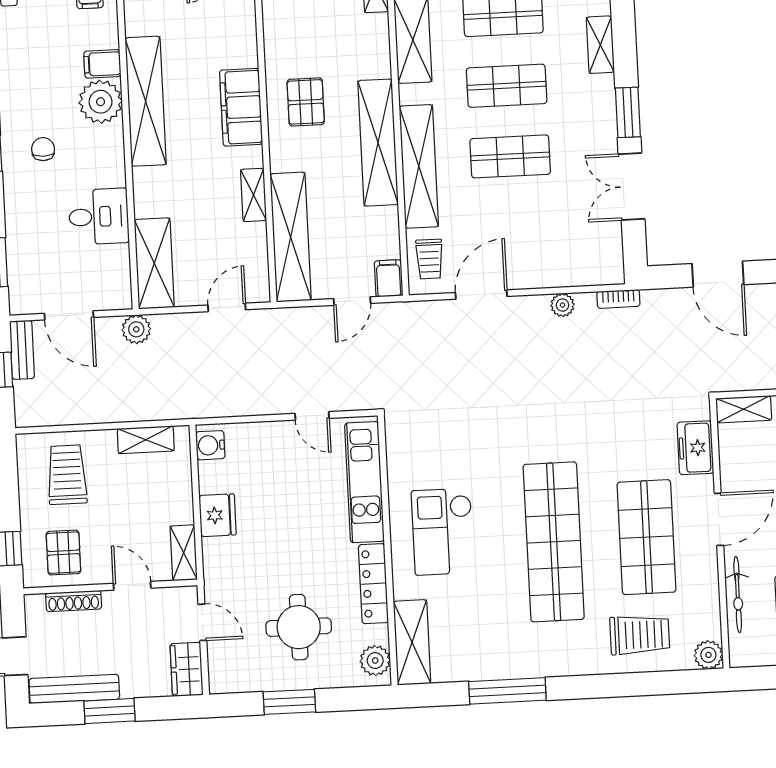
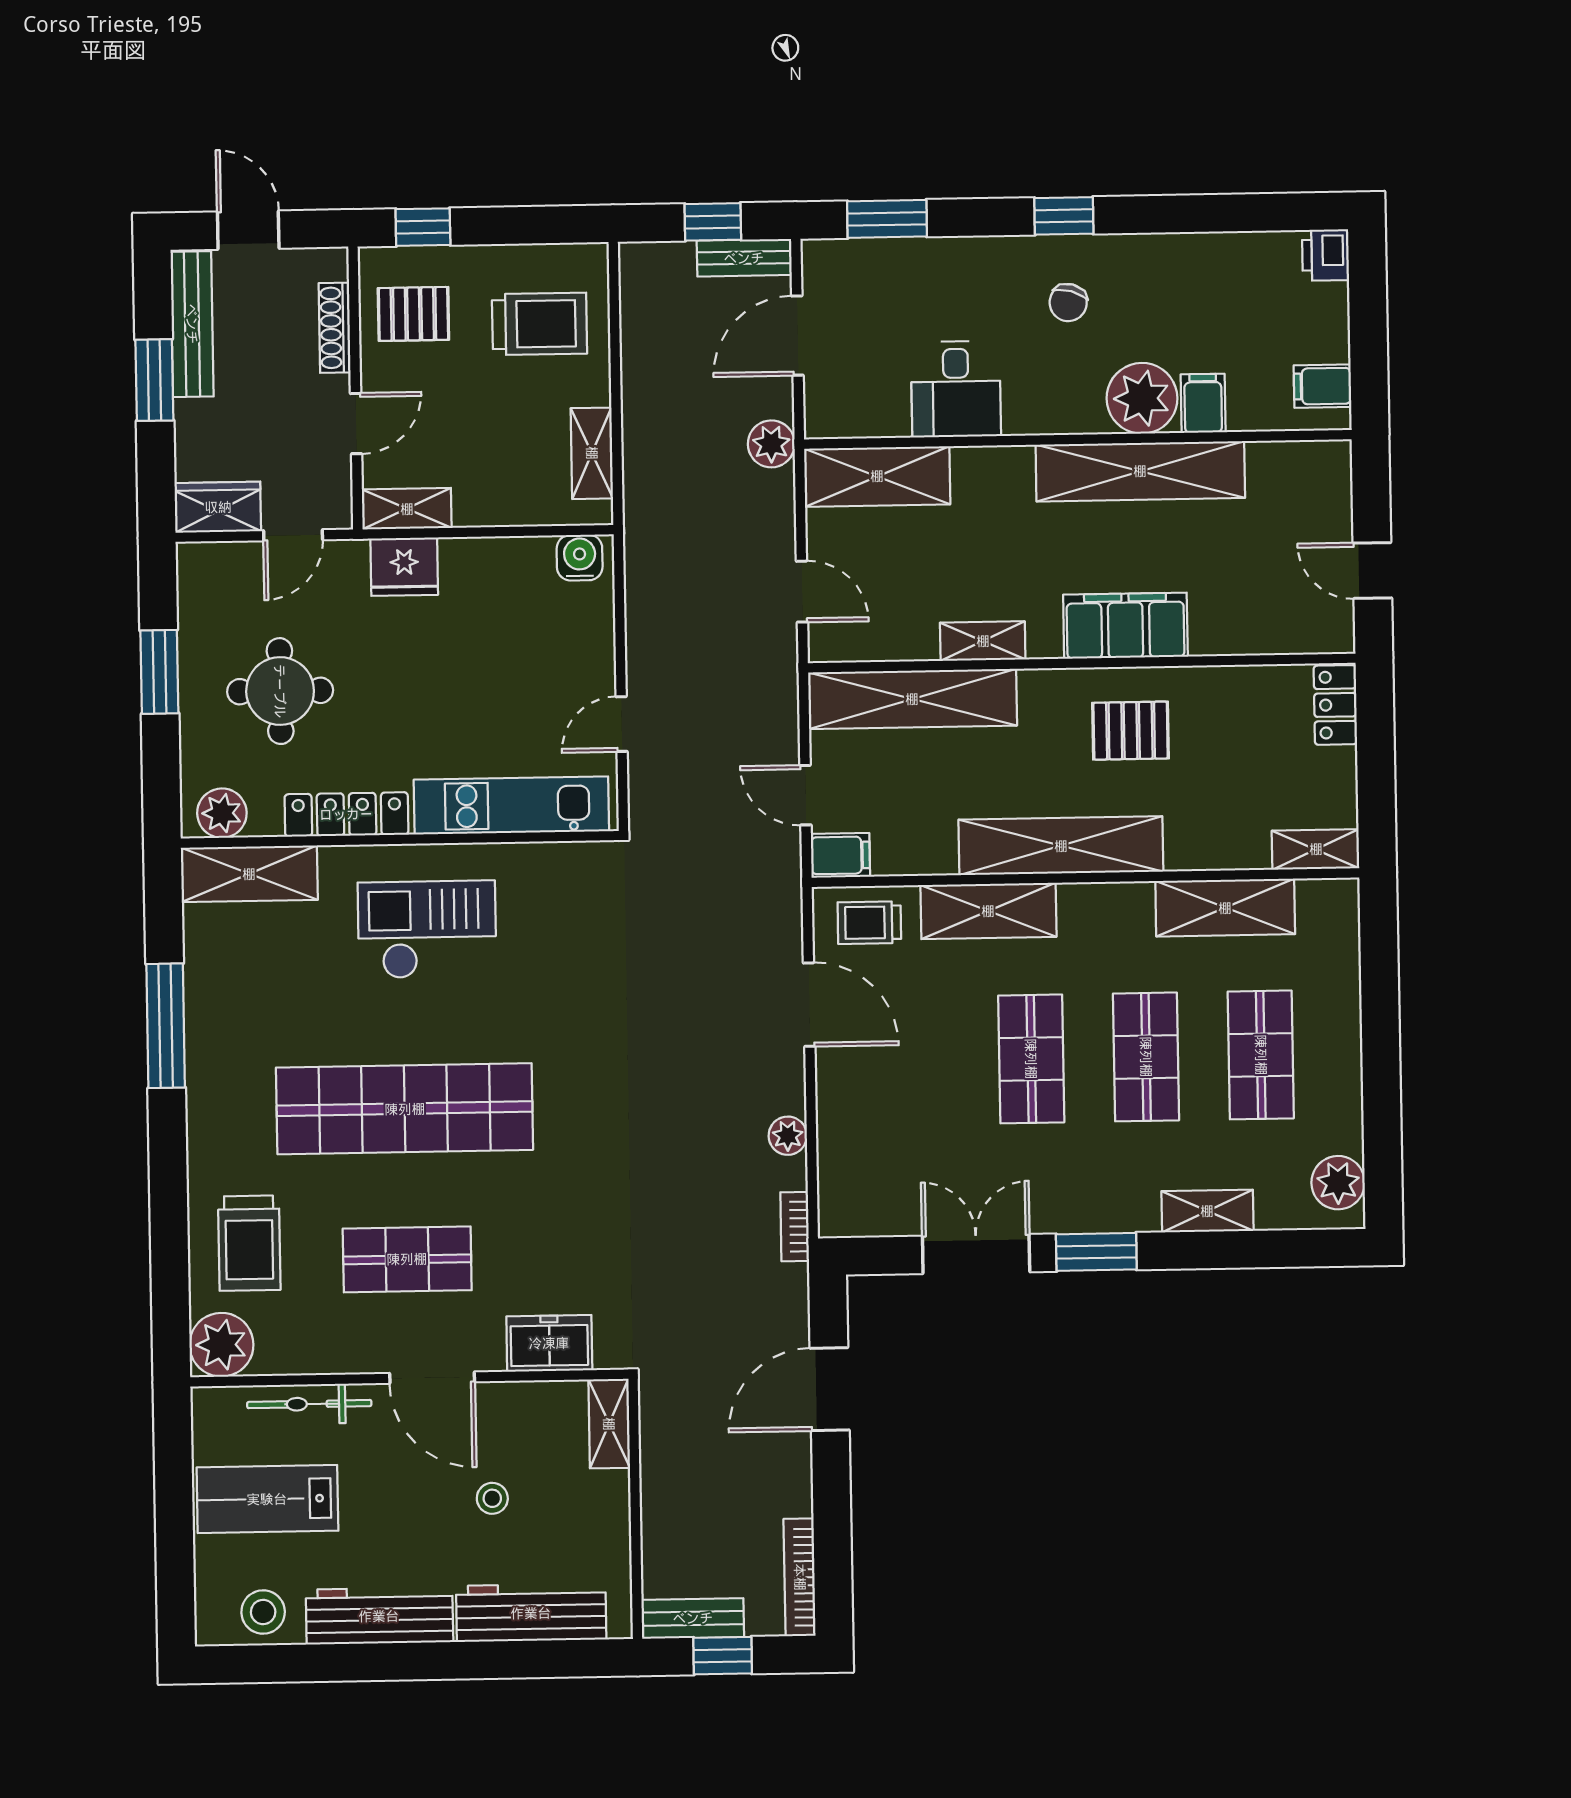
chair: (43, 149) -> (1068, 303), turned 106
shelving: (419, 166) -> (988, 911), width x0.68
fridge: (218, 515) -> (404, 567), moved
shop shelf: (647, 537) -> (407, 1259), width x0.70, depth x0.74
plant: (708, 655) -> (221, 1345), width x1.36, depth x1.36

